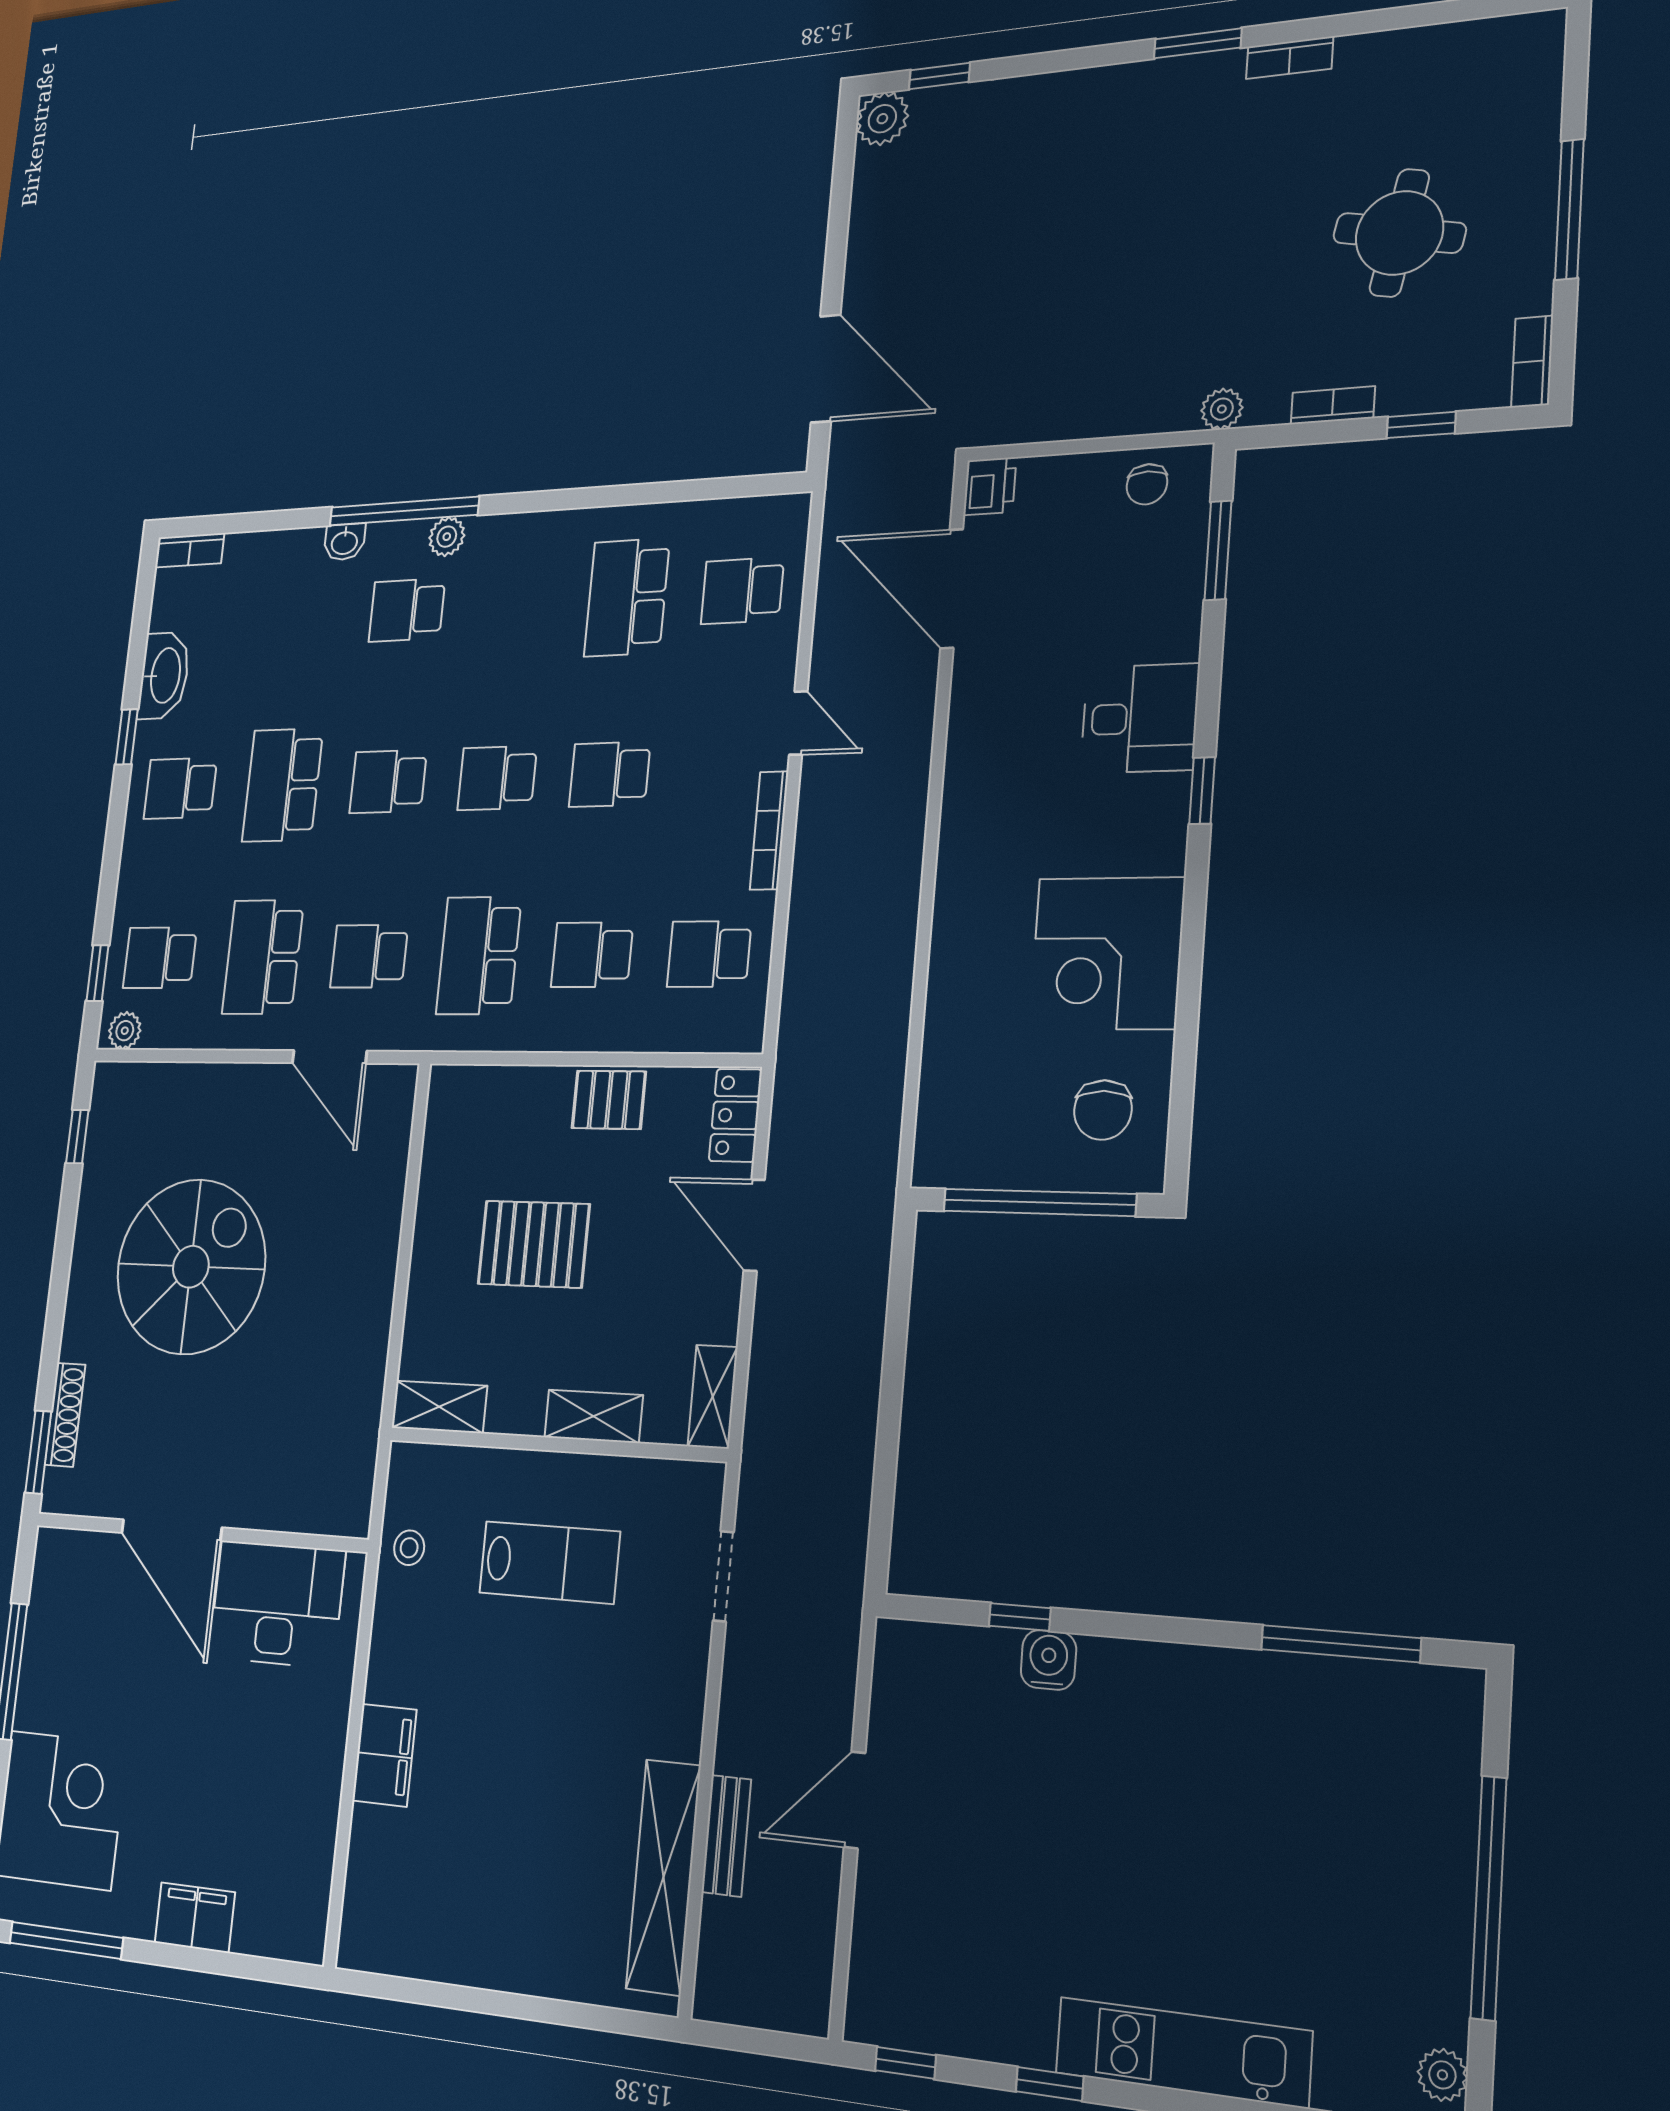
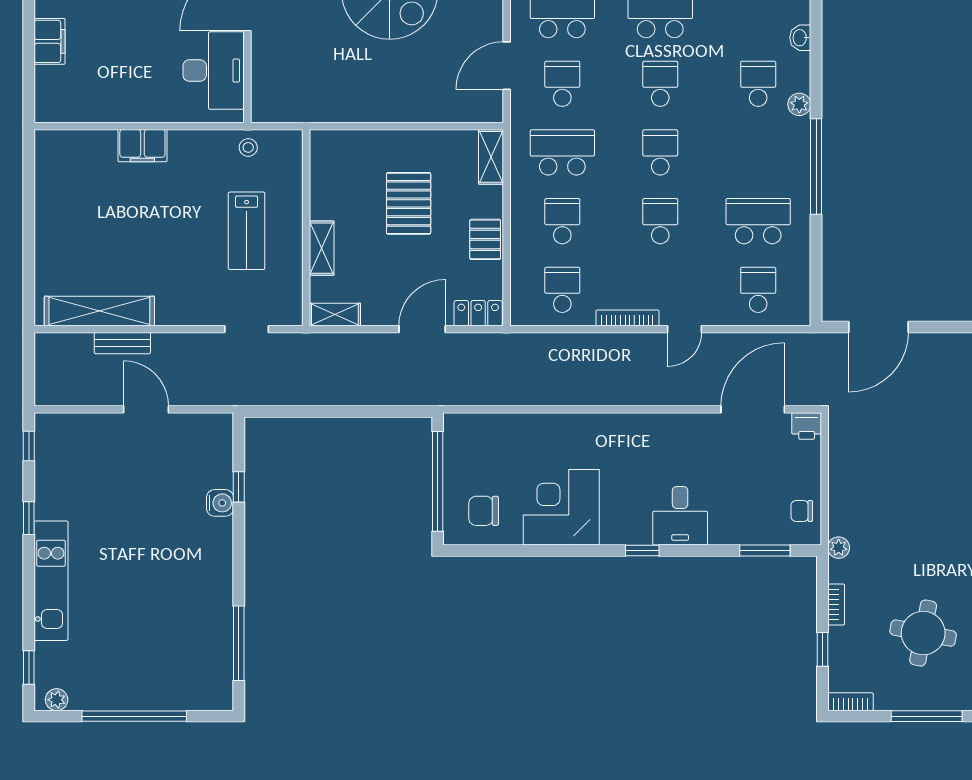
window: (404, 511) -> (816, 166), moved
shelving: (439, 1407) -> (491, 157), moved

